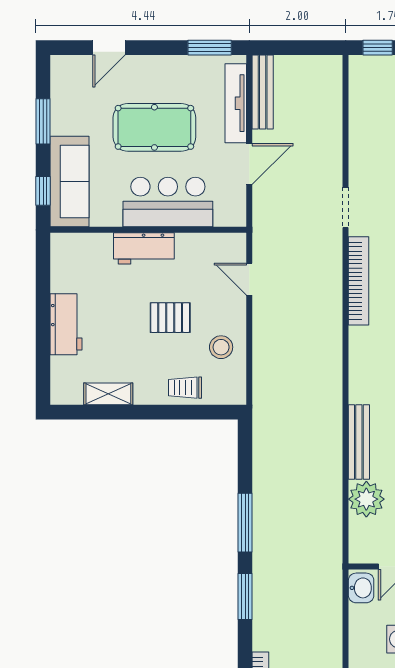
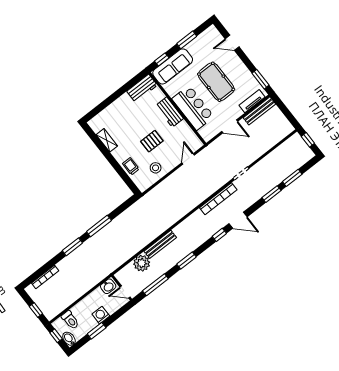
tv unit: (236, 103) -> (252, 101), width x0.71
pallet: (170, 318) -> (152, 141), turned 90
workbench: (66, 324) -> (142, 88), moved

